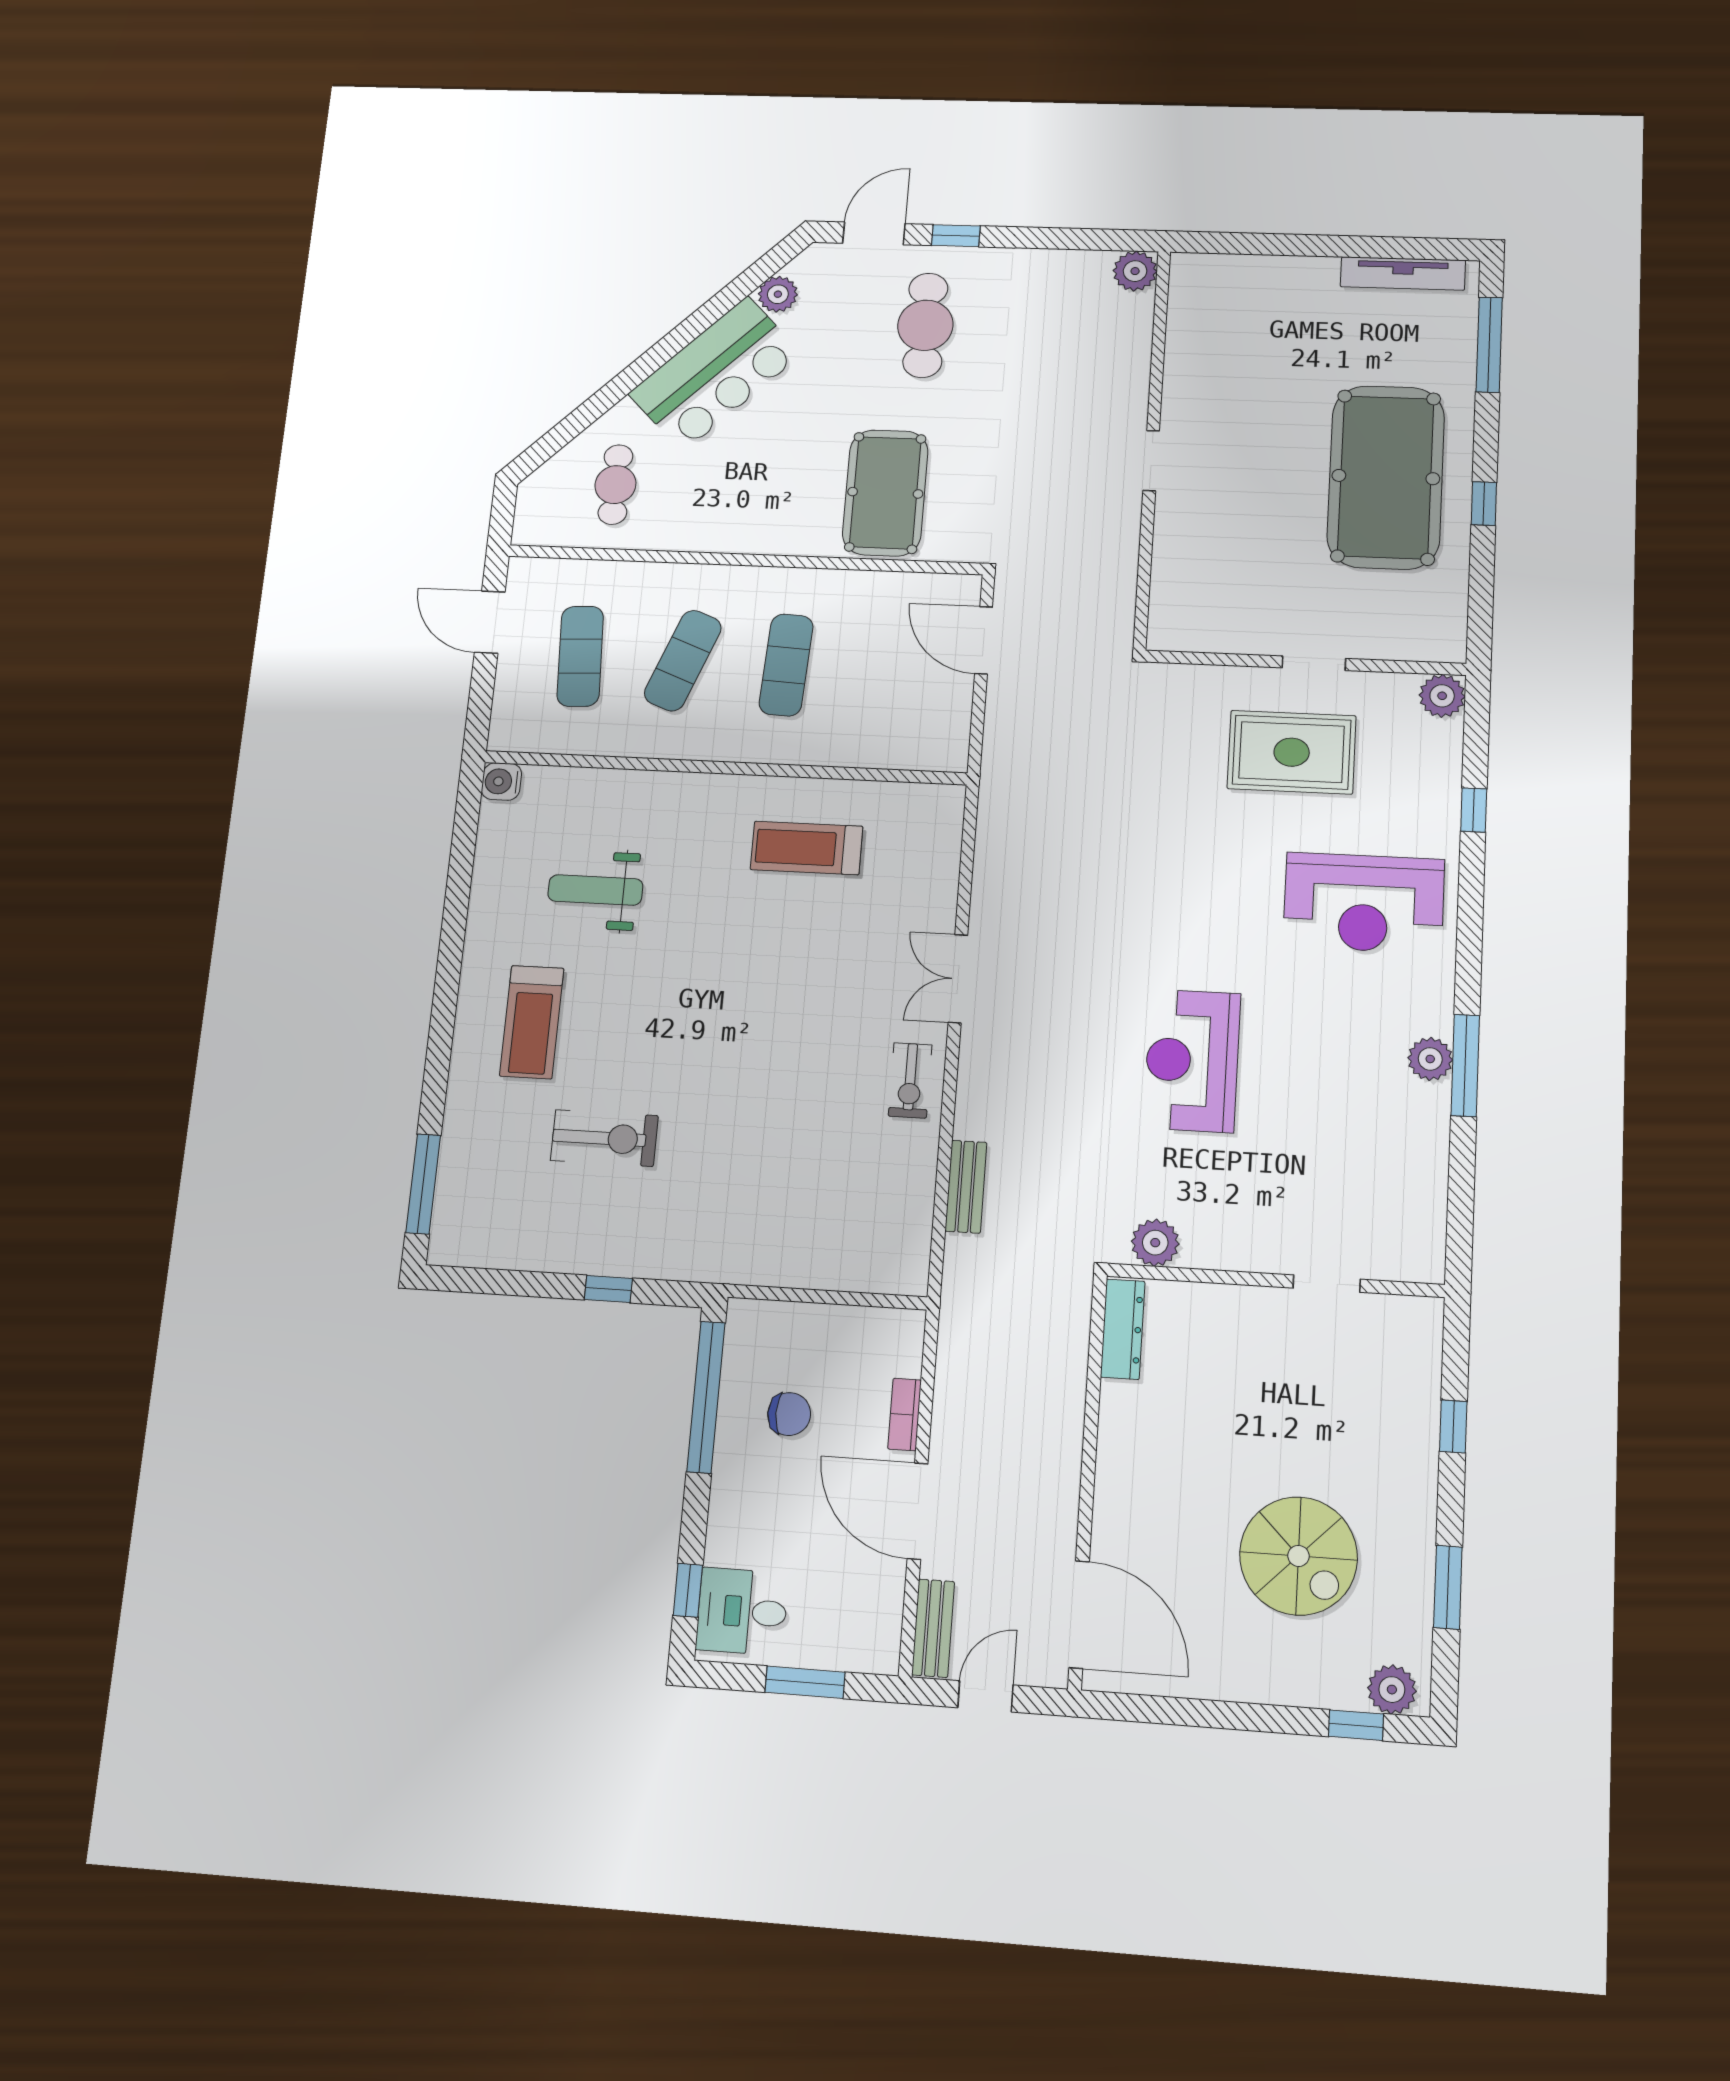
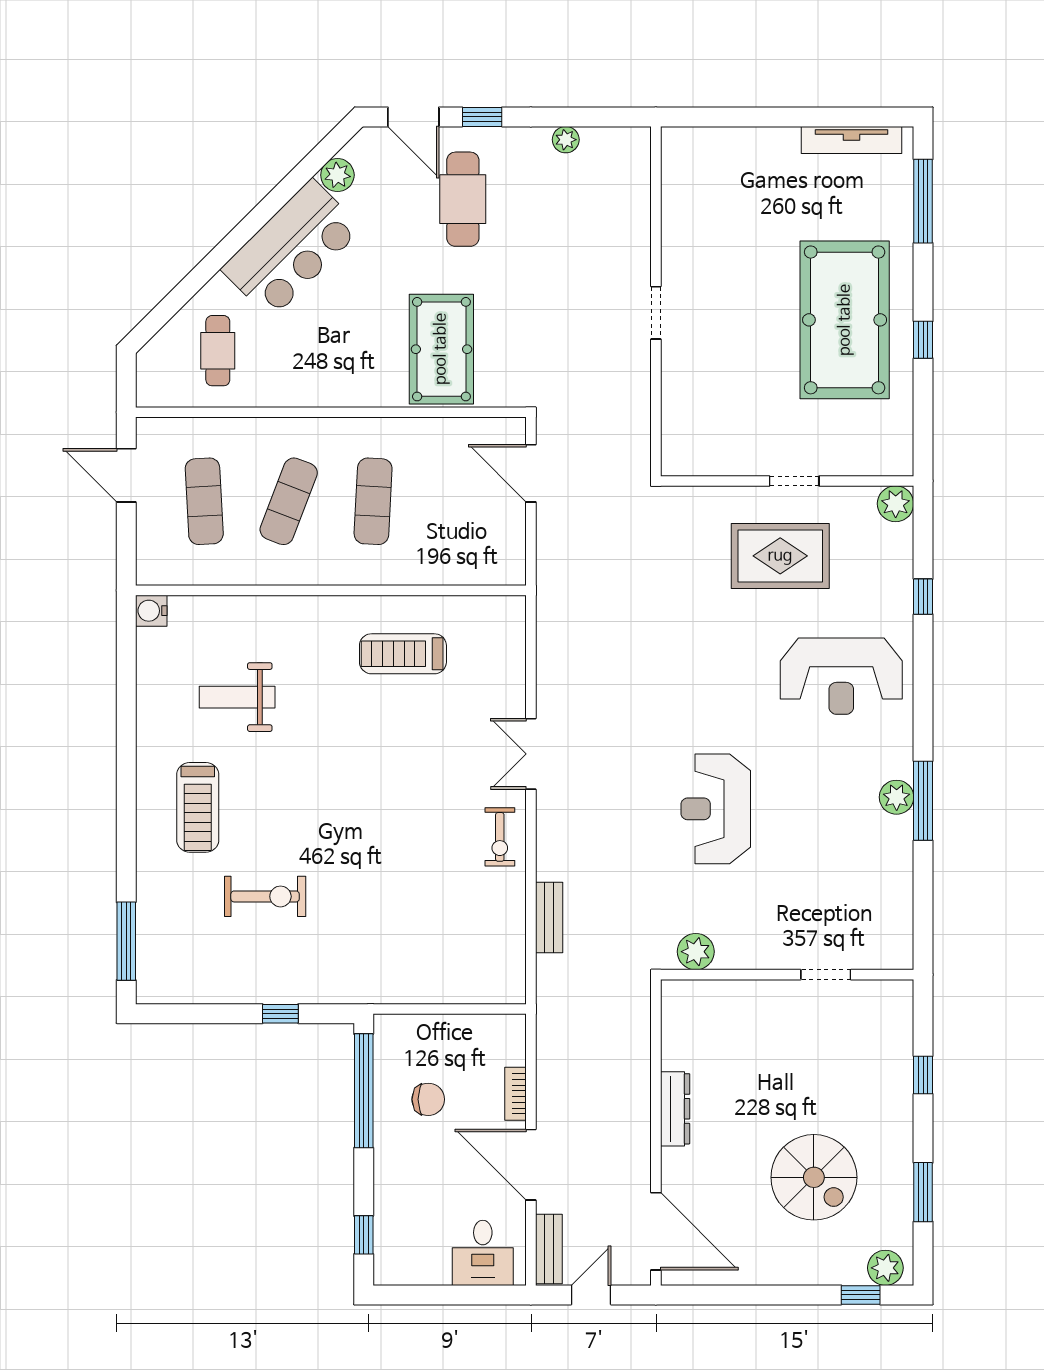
door: (874, 233) -> (413, 117), swing flipped
plant: (1135, 271) -> (566, 140), moved, width x0.73, depth x0.73
dresser: (1123, 1329) -> (675, 1109), moved
desk: (742, 1611) -> (483, 1253), moved, turned -90
window: (805, 1682) -> (457, 1295), removed

